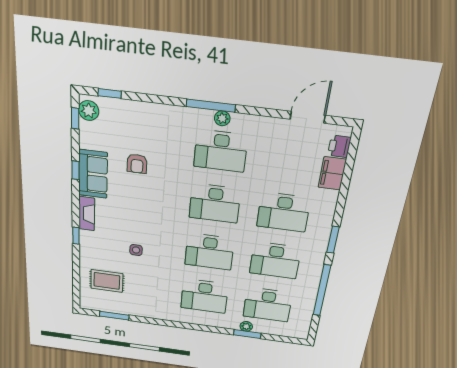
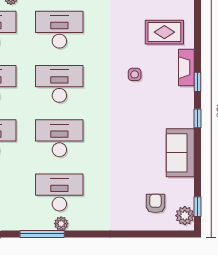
window: (110, 93) -> (166, 234), removed
window: (211, 106) -> (42, 234), moved
armchair: (137, 164) -> (155, 203), moved
window: (75, 170) -> (198, 118), moved
fireplace: (87, 214) -> (186, 68), moved

